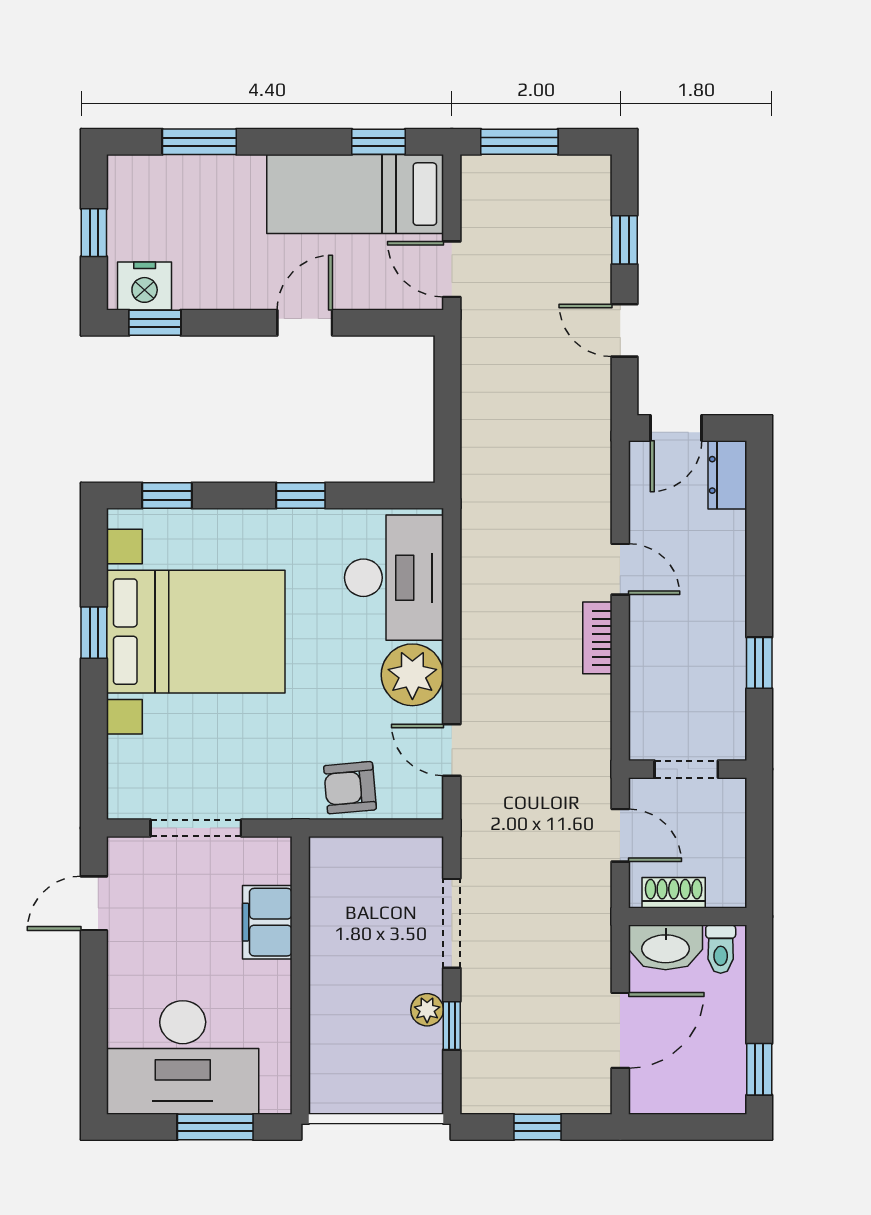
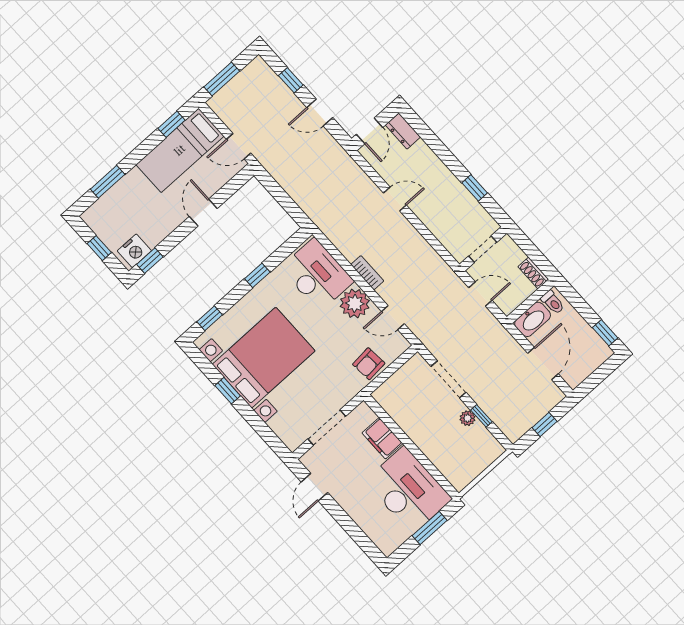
bookcase: (597, 638) -> (367, 273), moved, turned 180
shoe rack: (674, 893) -> (533, 273), moved, turned -90
desk: (183, 1057) -> (408, 490), moved, turned -90

